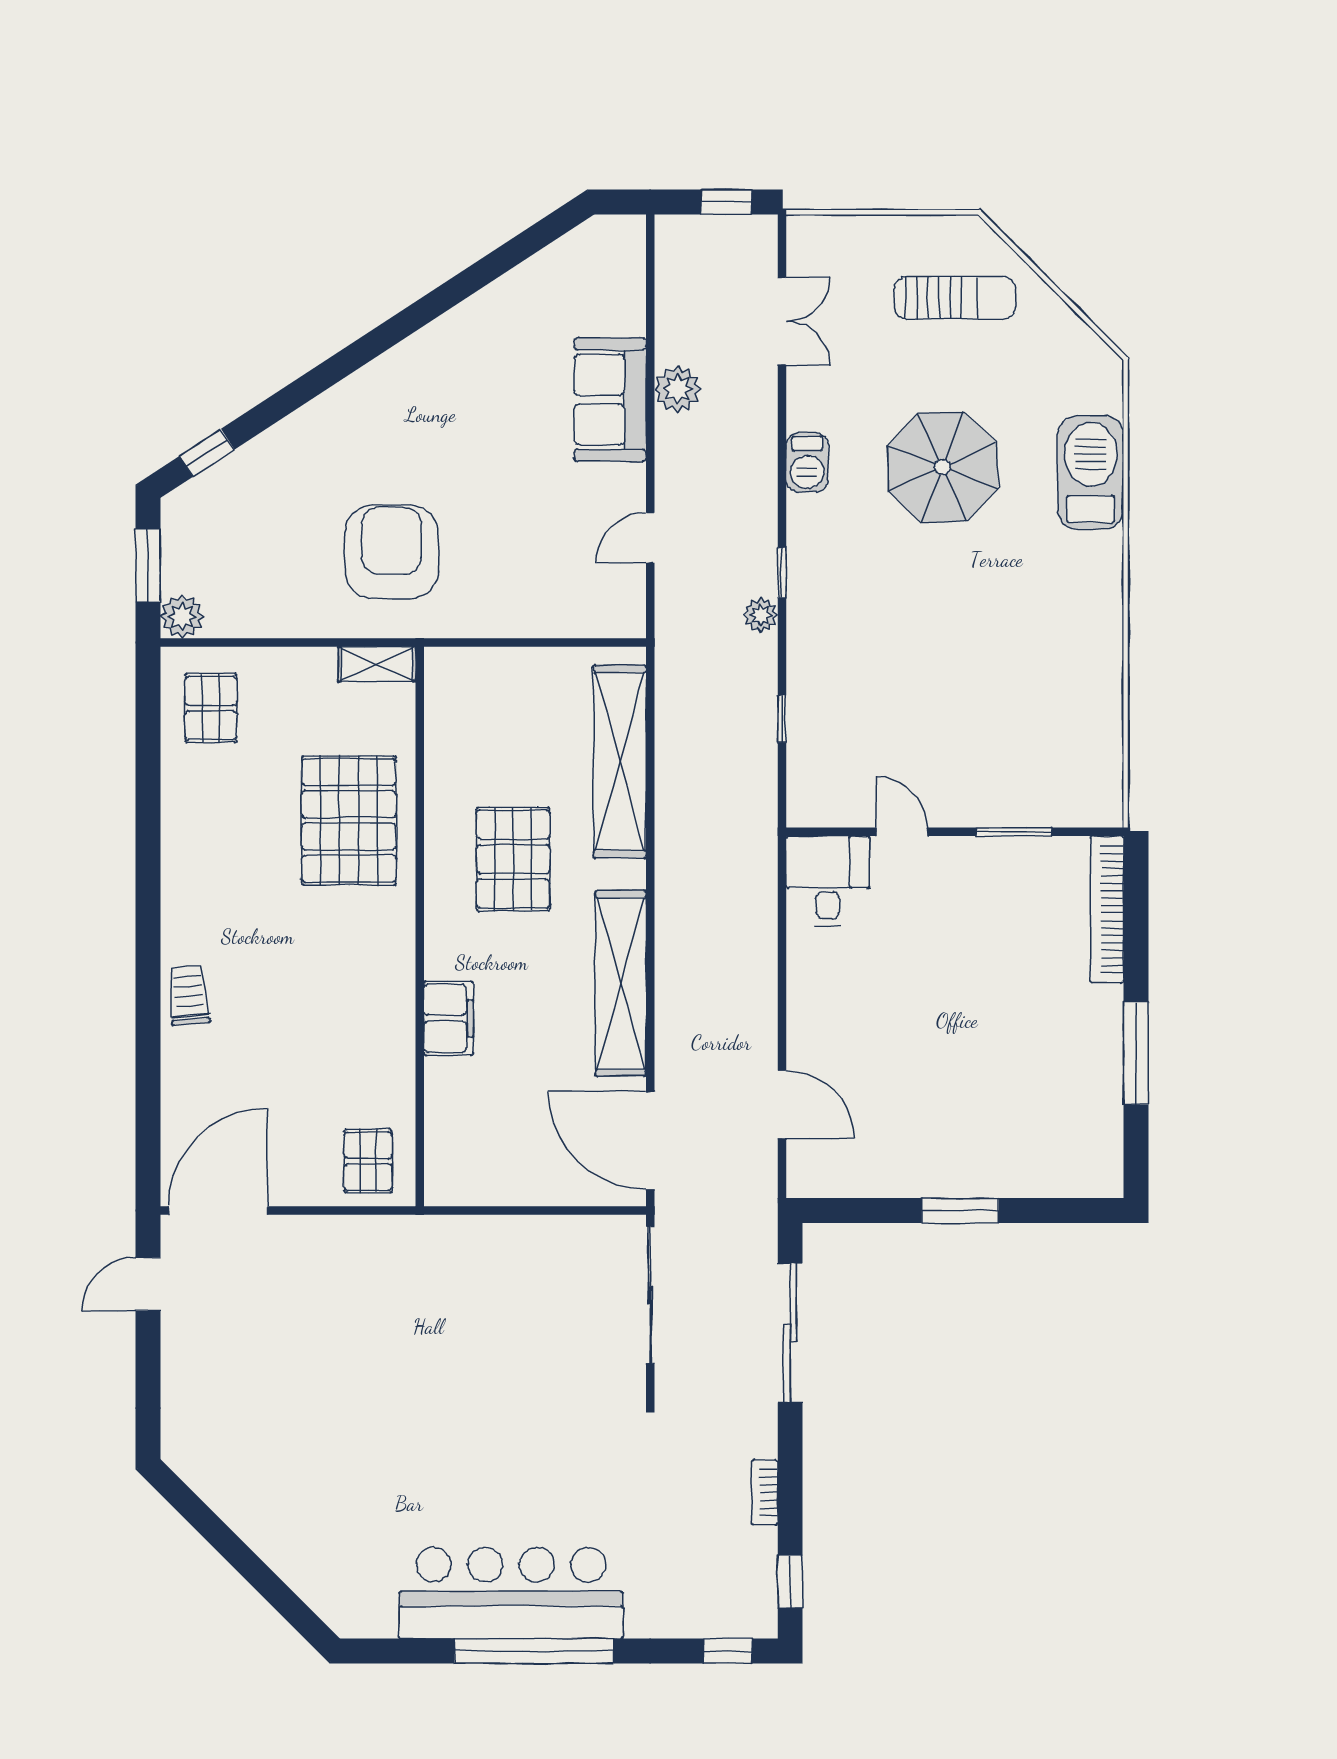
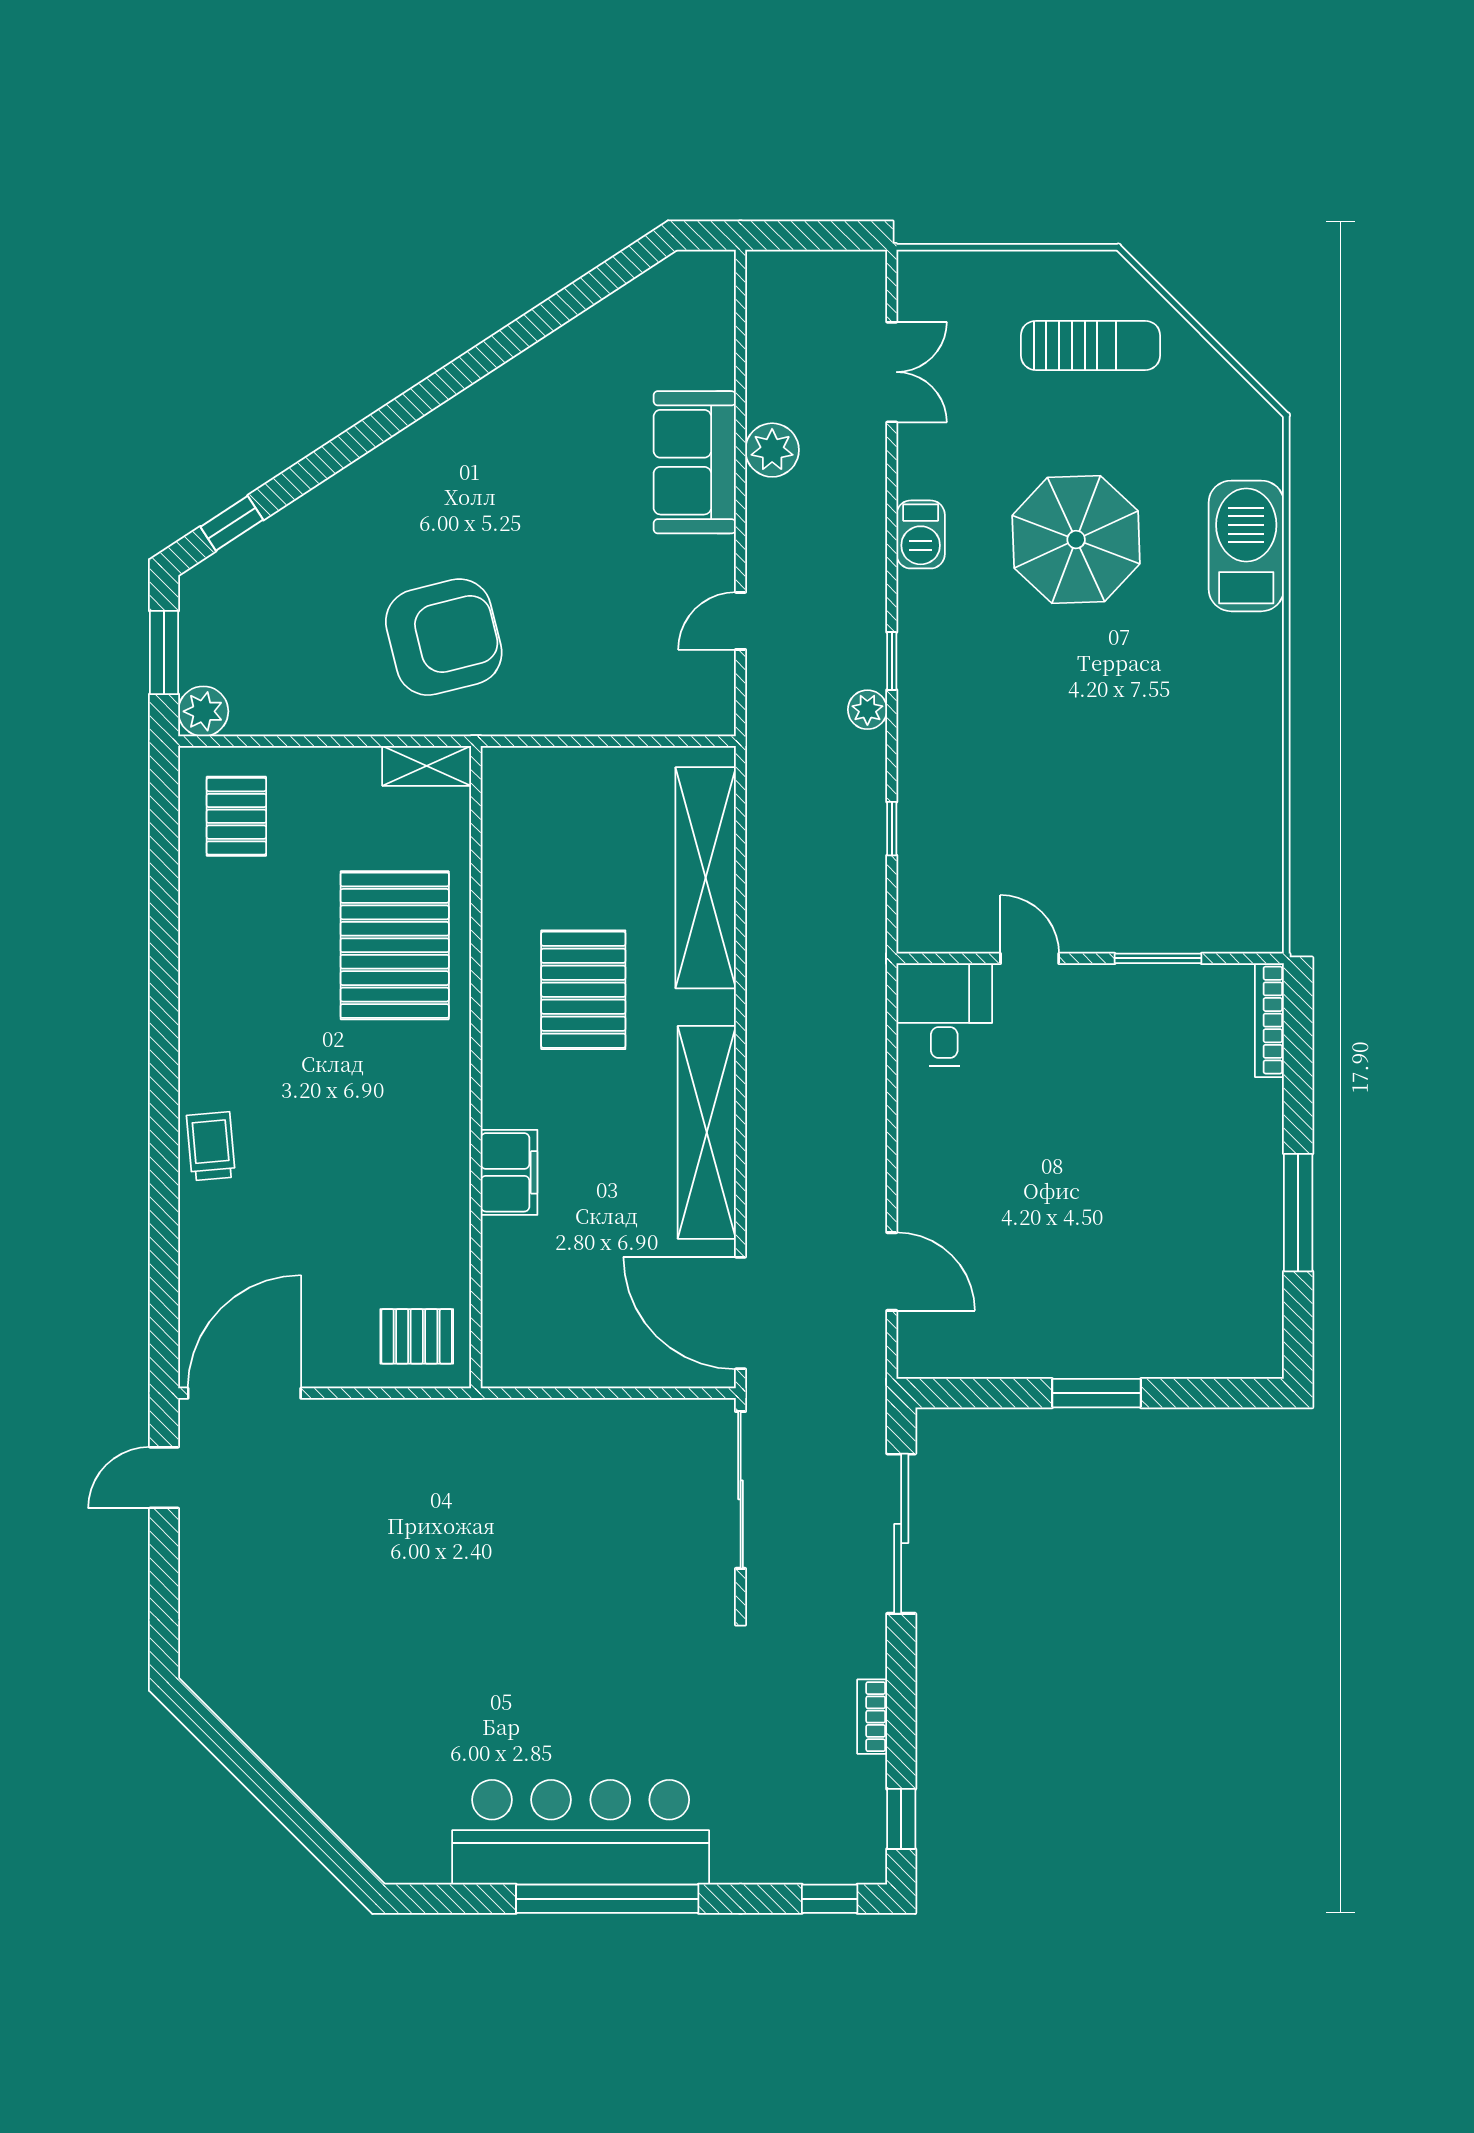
window: (726, 202) -> (828, 235), removed
armchair: (392, 552) -> (444, 637), turned 76
bookcase: (1107, 909) -> (1269, 1020), width x0.68, depth x0.76
pallet: (368, 1161) -> (417, 1336), turned 90

